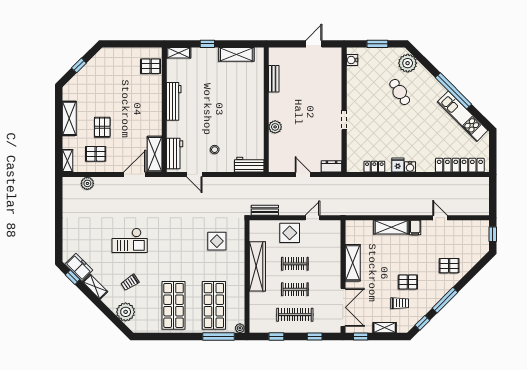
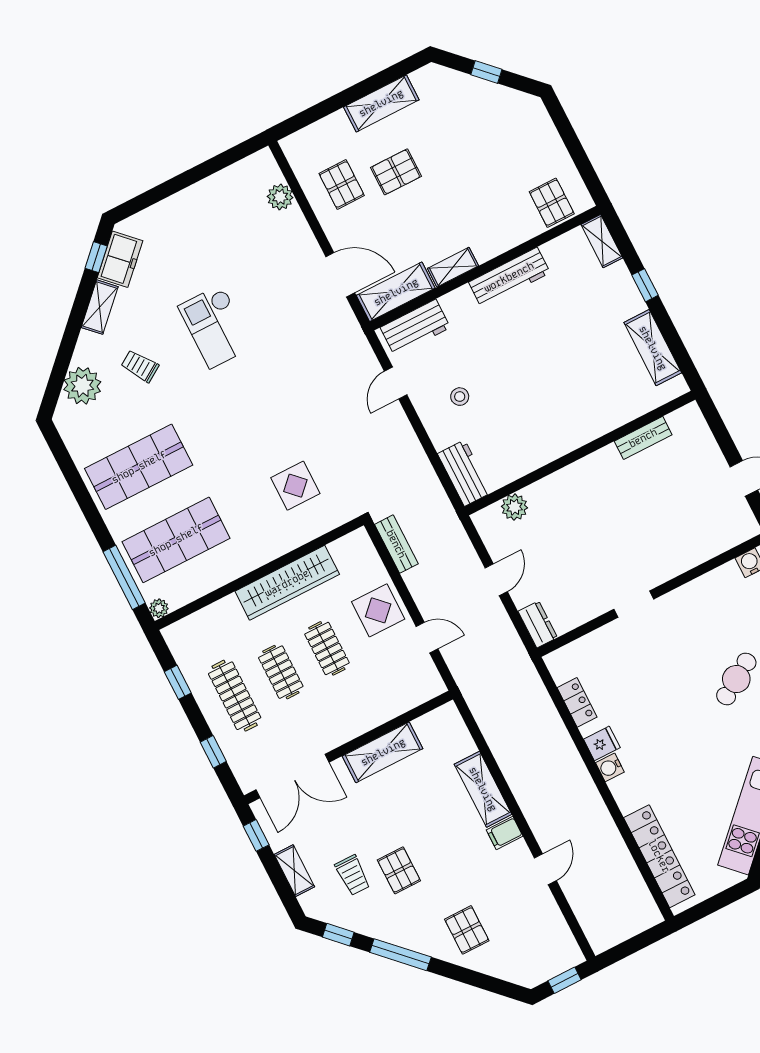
plant: (275, 127) -> (514, 507), moved
shelving: (67, 161) -> (453, 267), moved

